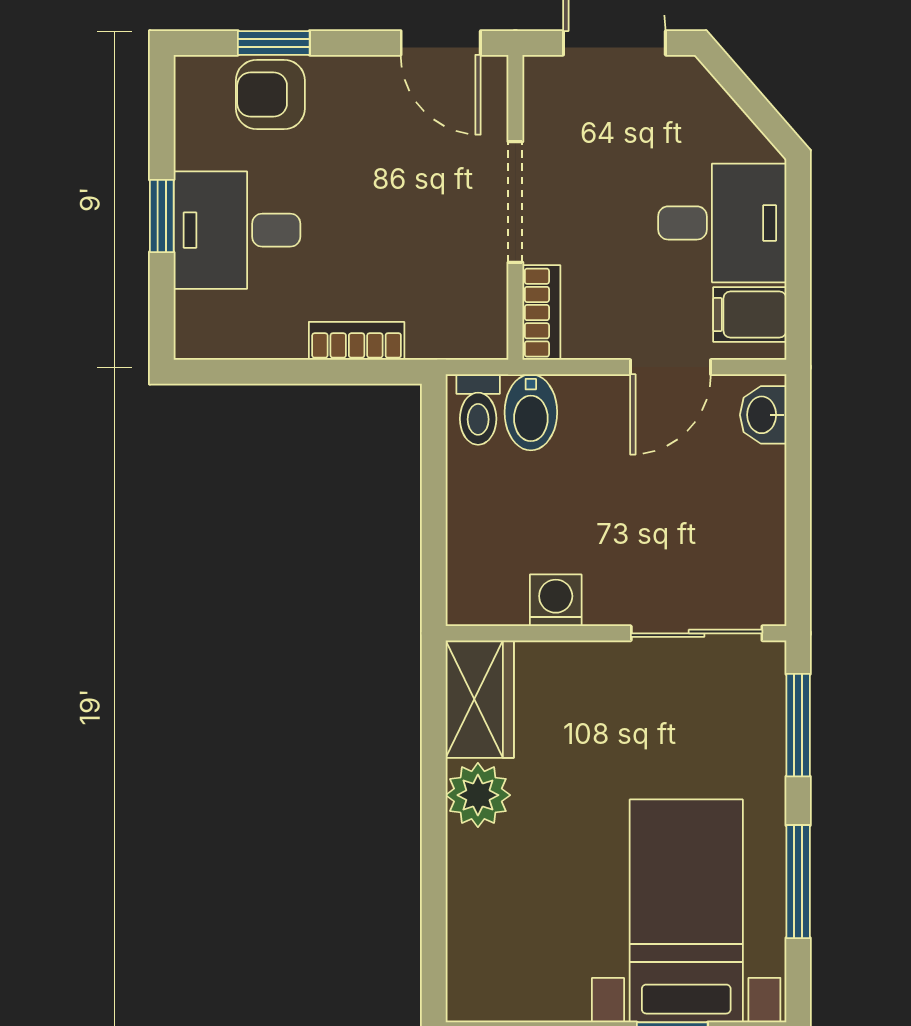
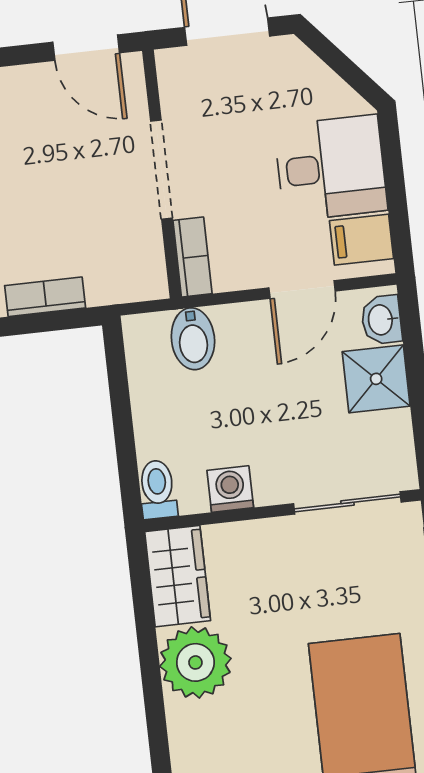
toilet: (478, 409) -> (158, 489), moved, turned 180
shower: (749, 486) -> (376, 379), added
plant: (478, 795) -> (195, 662), width x1.36, depth x1.36

